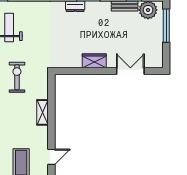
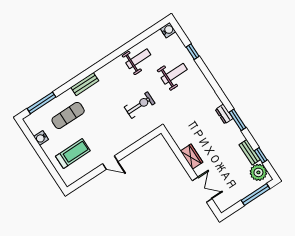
shelving: (43, 112) -> (125, 143), removed
door: (51, 157) -> (110, 163), moved

